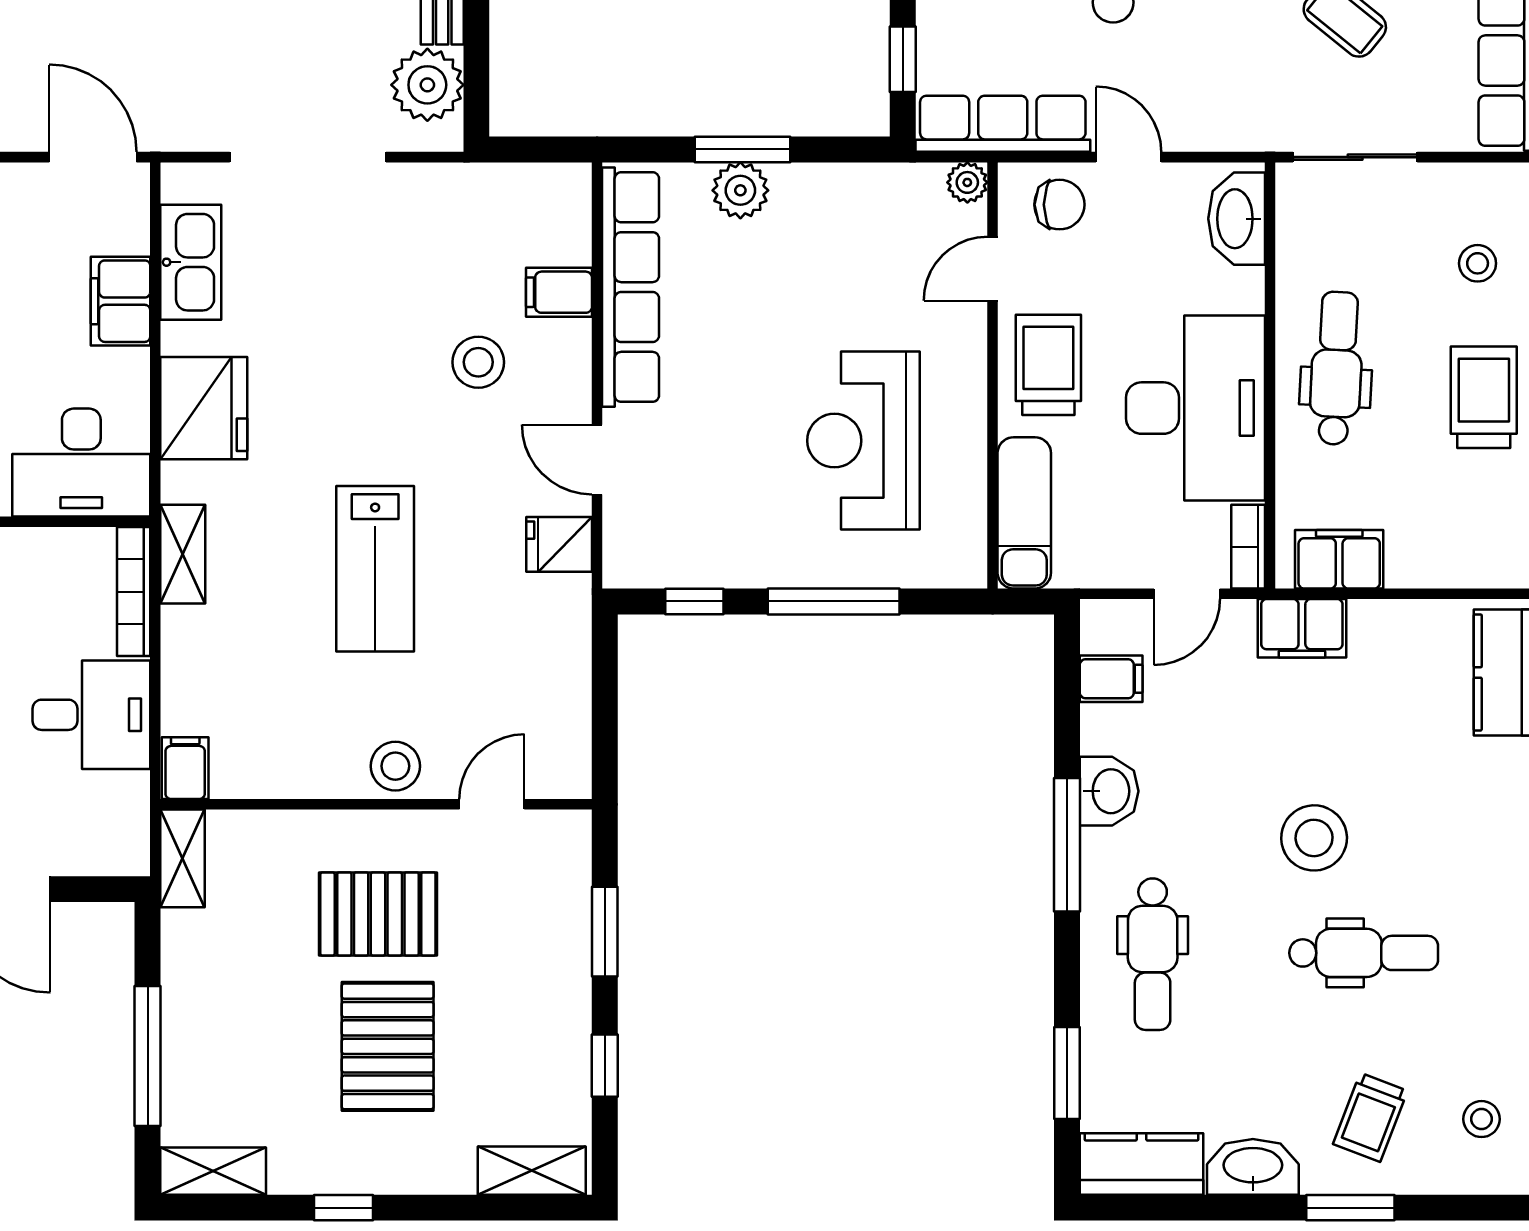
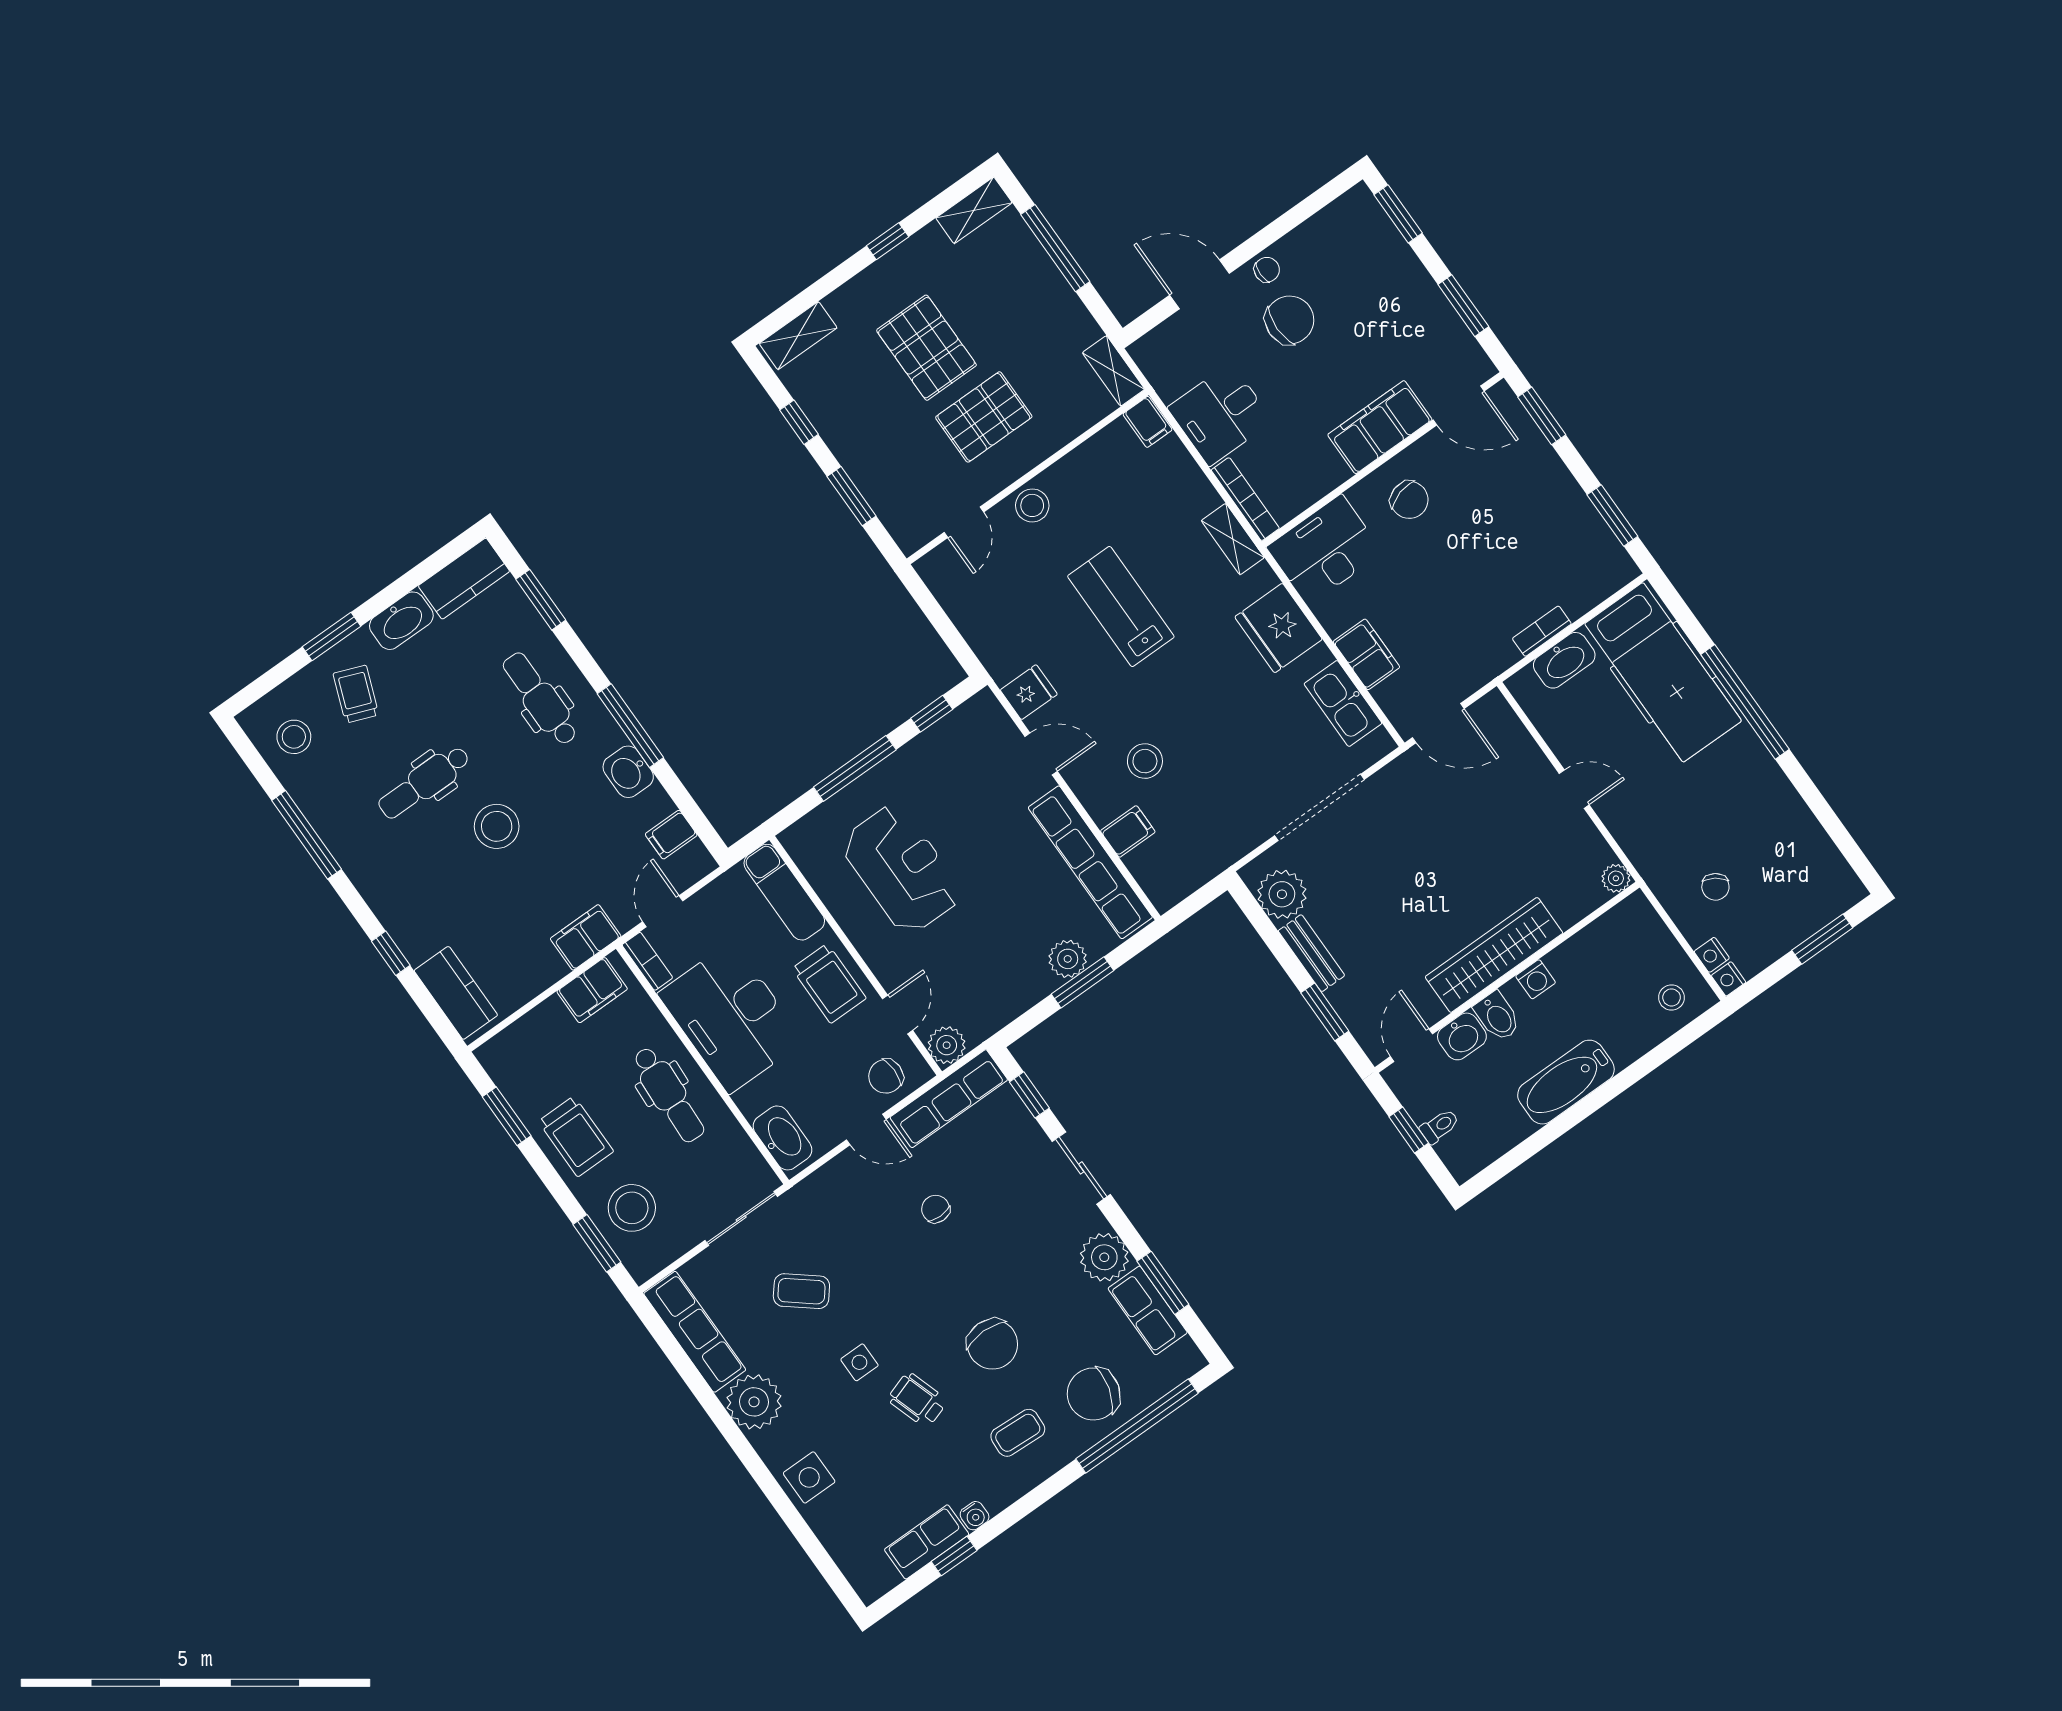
plant: (967, 182) -> (947, 1045), width x1.38, depth x1.38
stool: (1478, 263) -> (632, 1208), width x1.89, depth x1.89
stool: (1481, 1119) -> (294, 737), width x1.37, depth x1.37

